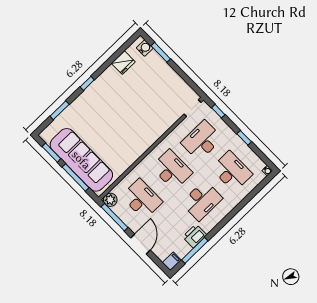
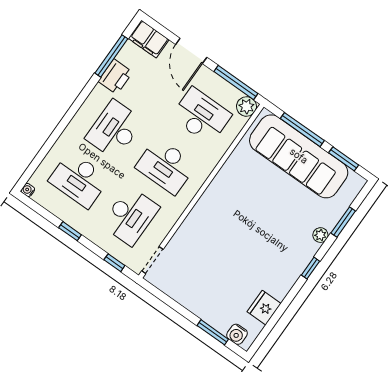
plant: (76, 104) -> (320, 235), added
desk: (142, 199) -> (201, 116), turned 180
filing cabinet: (172, 261) -> (149, 39), width x2.00

